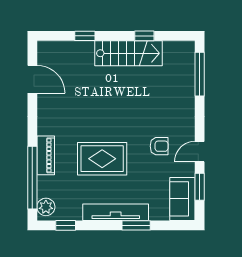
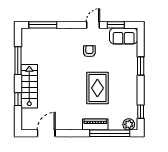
window: (144, 36) -> (18, 61), width x2.17
stairs: (129, 53) -> (29, 86), moved
door: (200, 152) -> (93, 25), swing flipped
tv unit: (116, 212) -> (132, 79), removed

